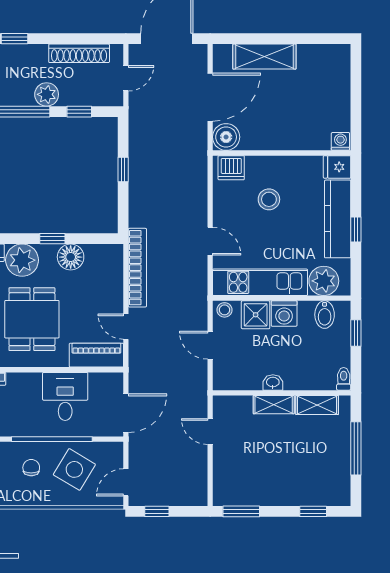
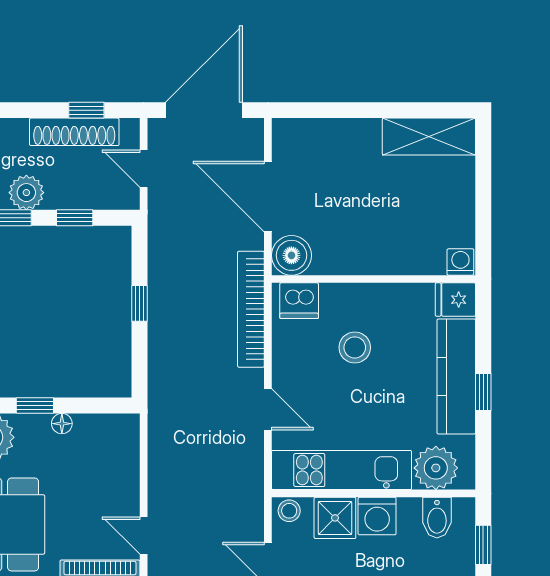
window: (87, 39) -> (86, 110), added
shelving: (264, 57) -> (429, 137), moved
door: (126, 78) -> (144, 169), swing flipped
door: (210, 97) -> (268, 196), swing flipped
floor lamp: (71, 257) -> (62, 424), width x0.53, depth x0.53
bookcase: (137, 268) -> (251, 309), moved, turned 180

